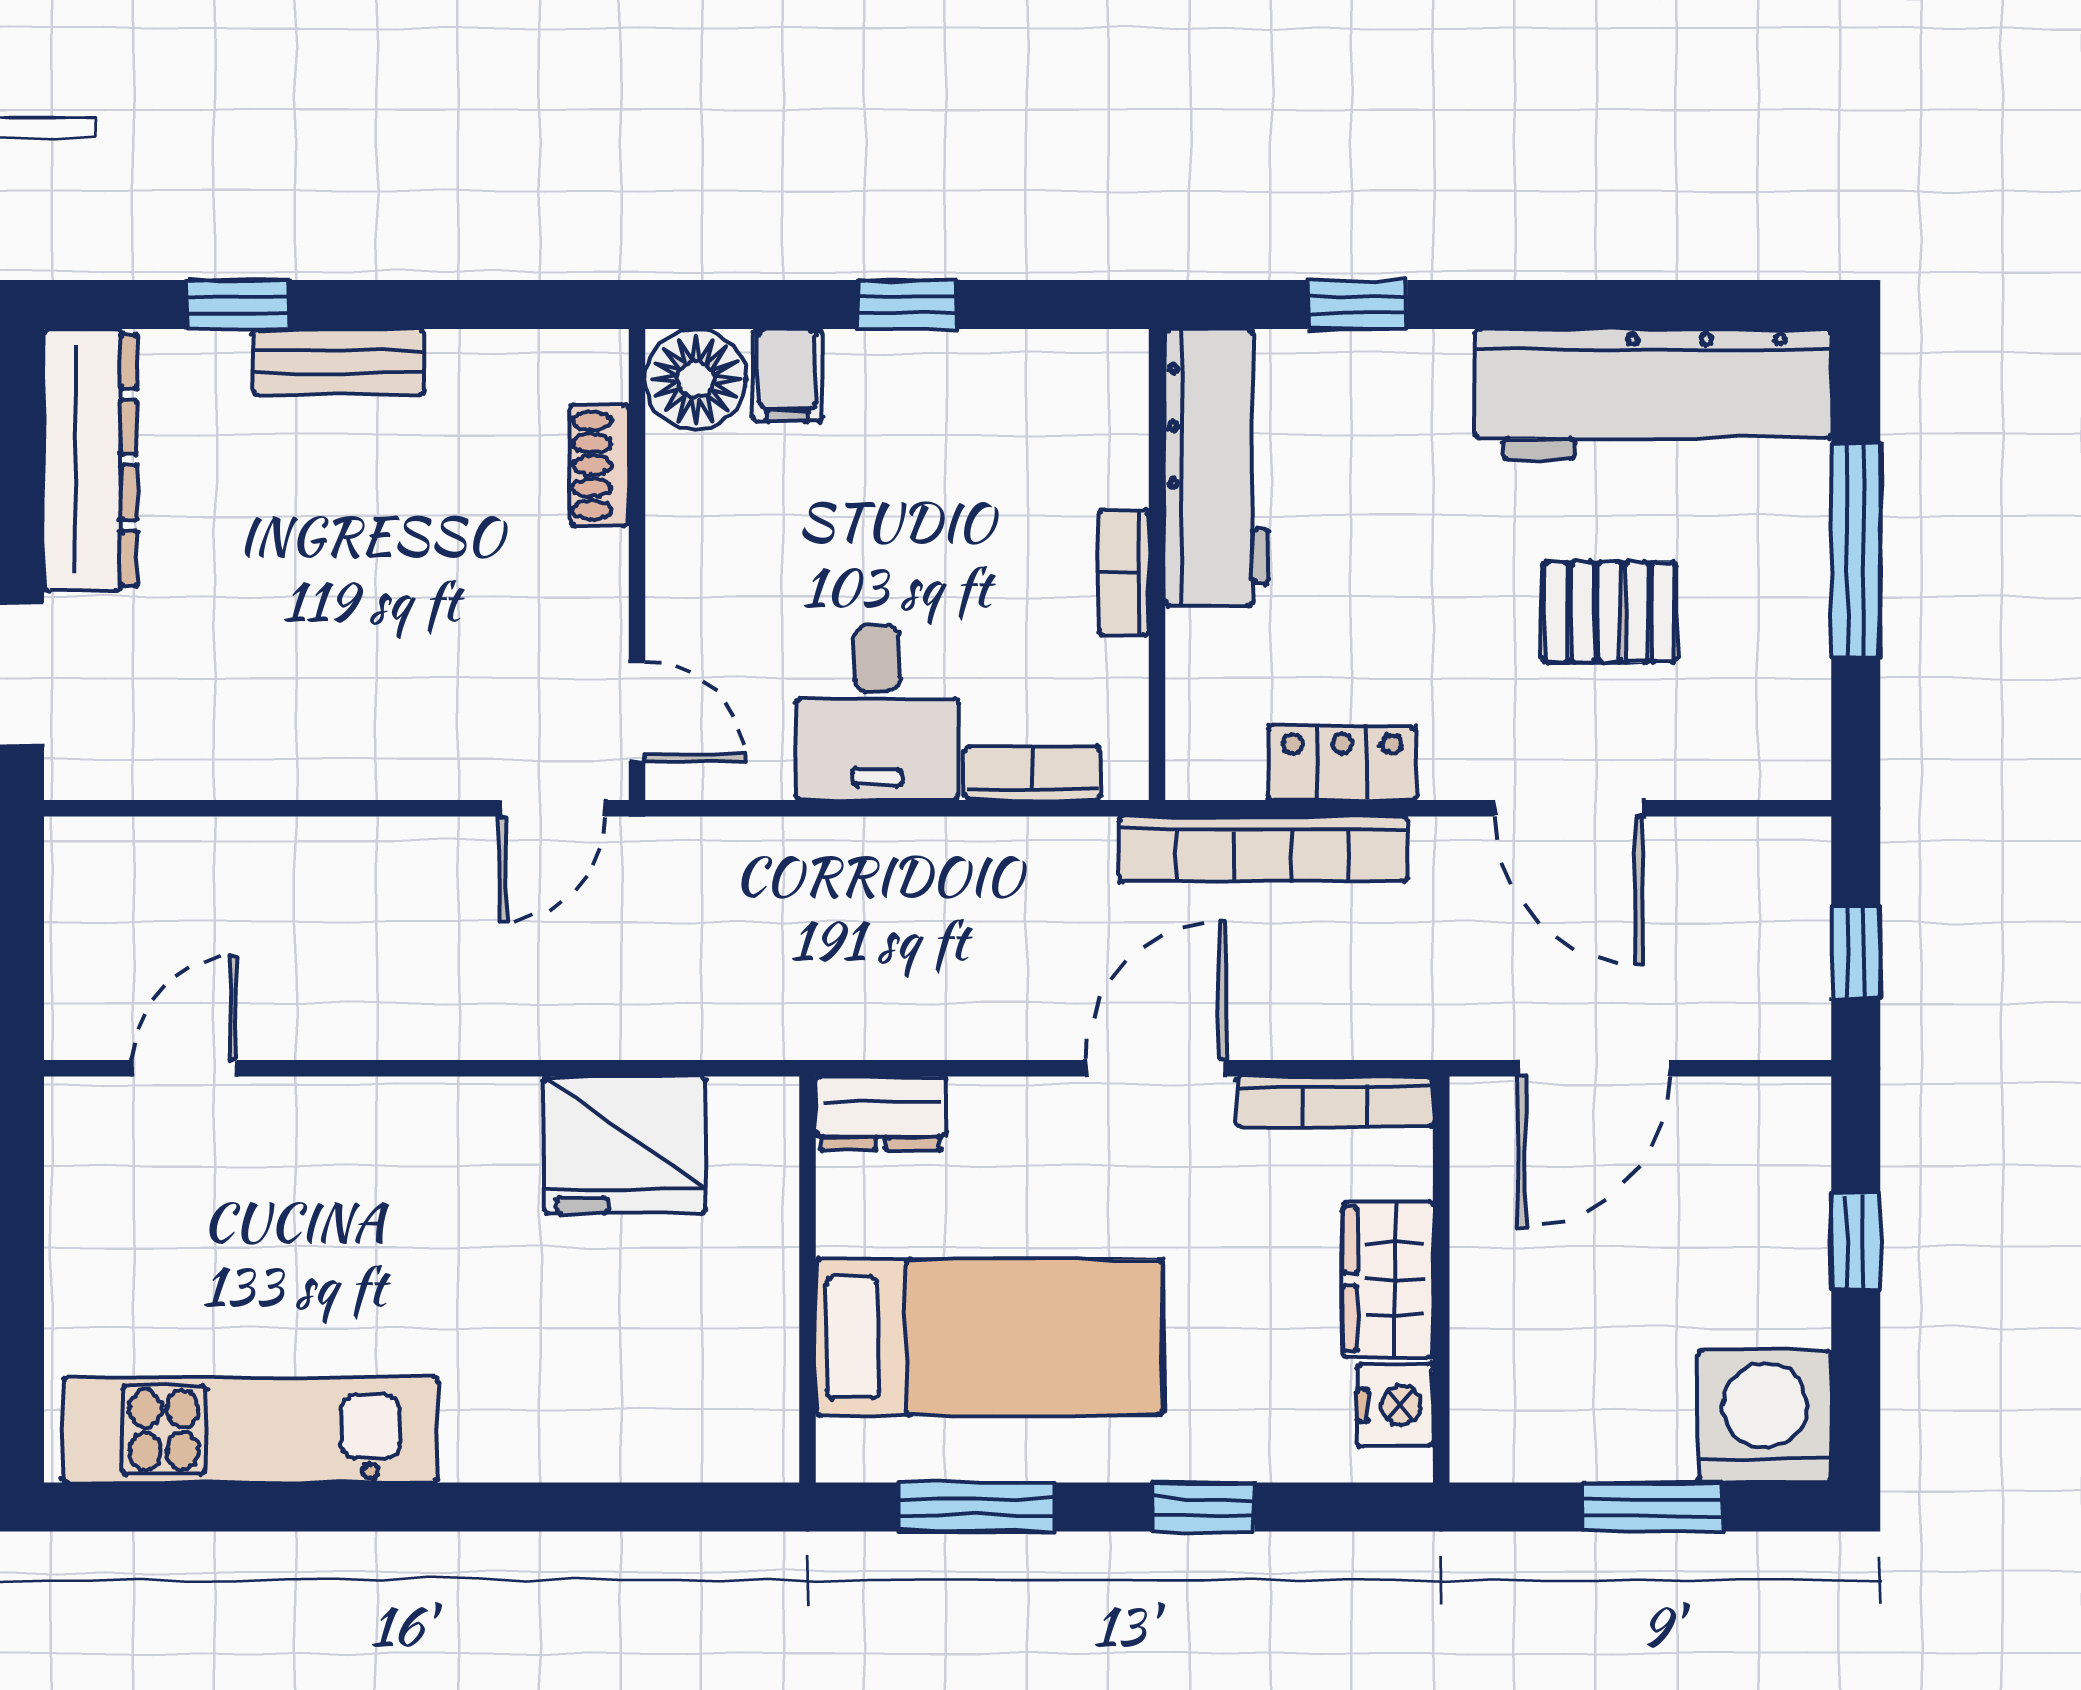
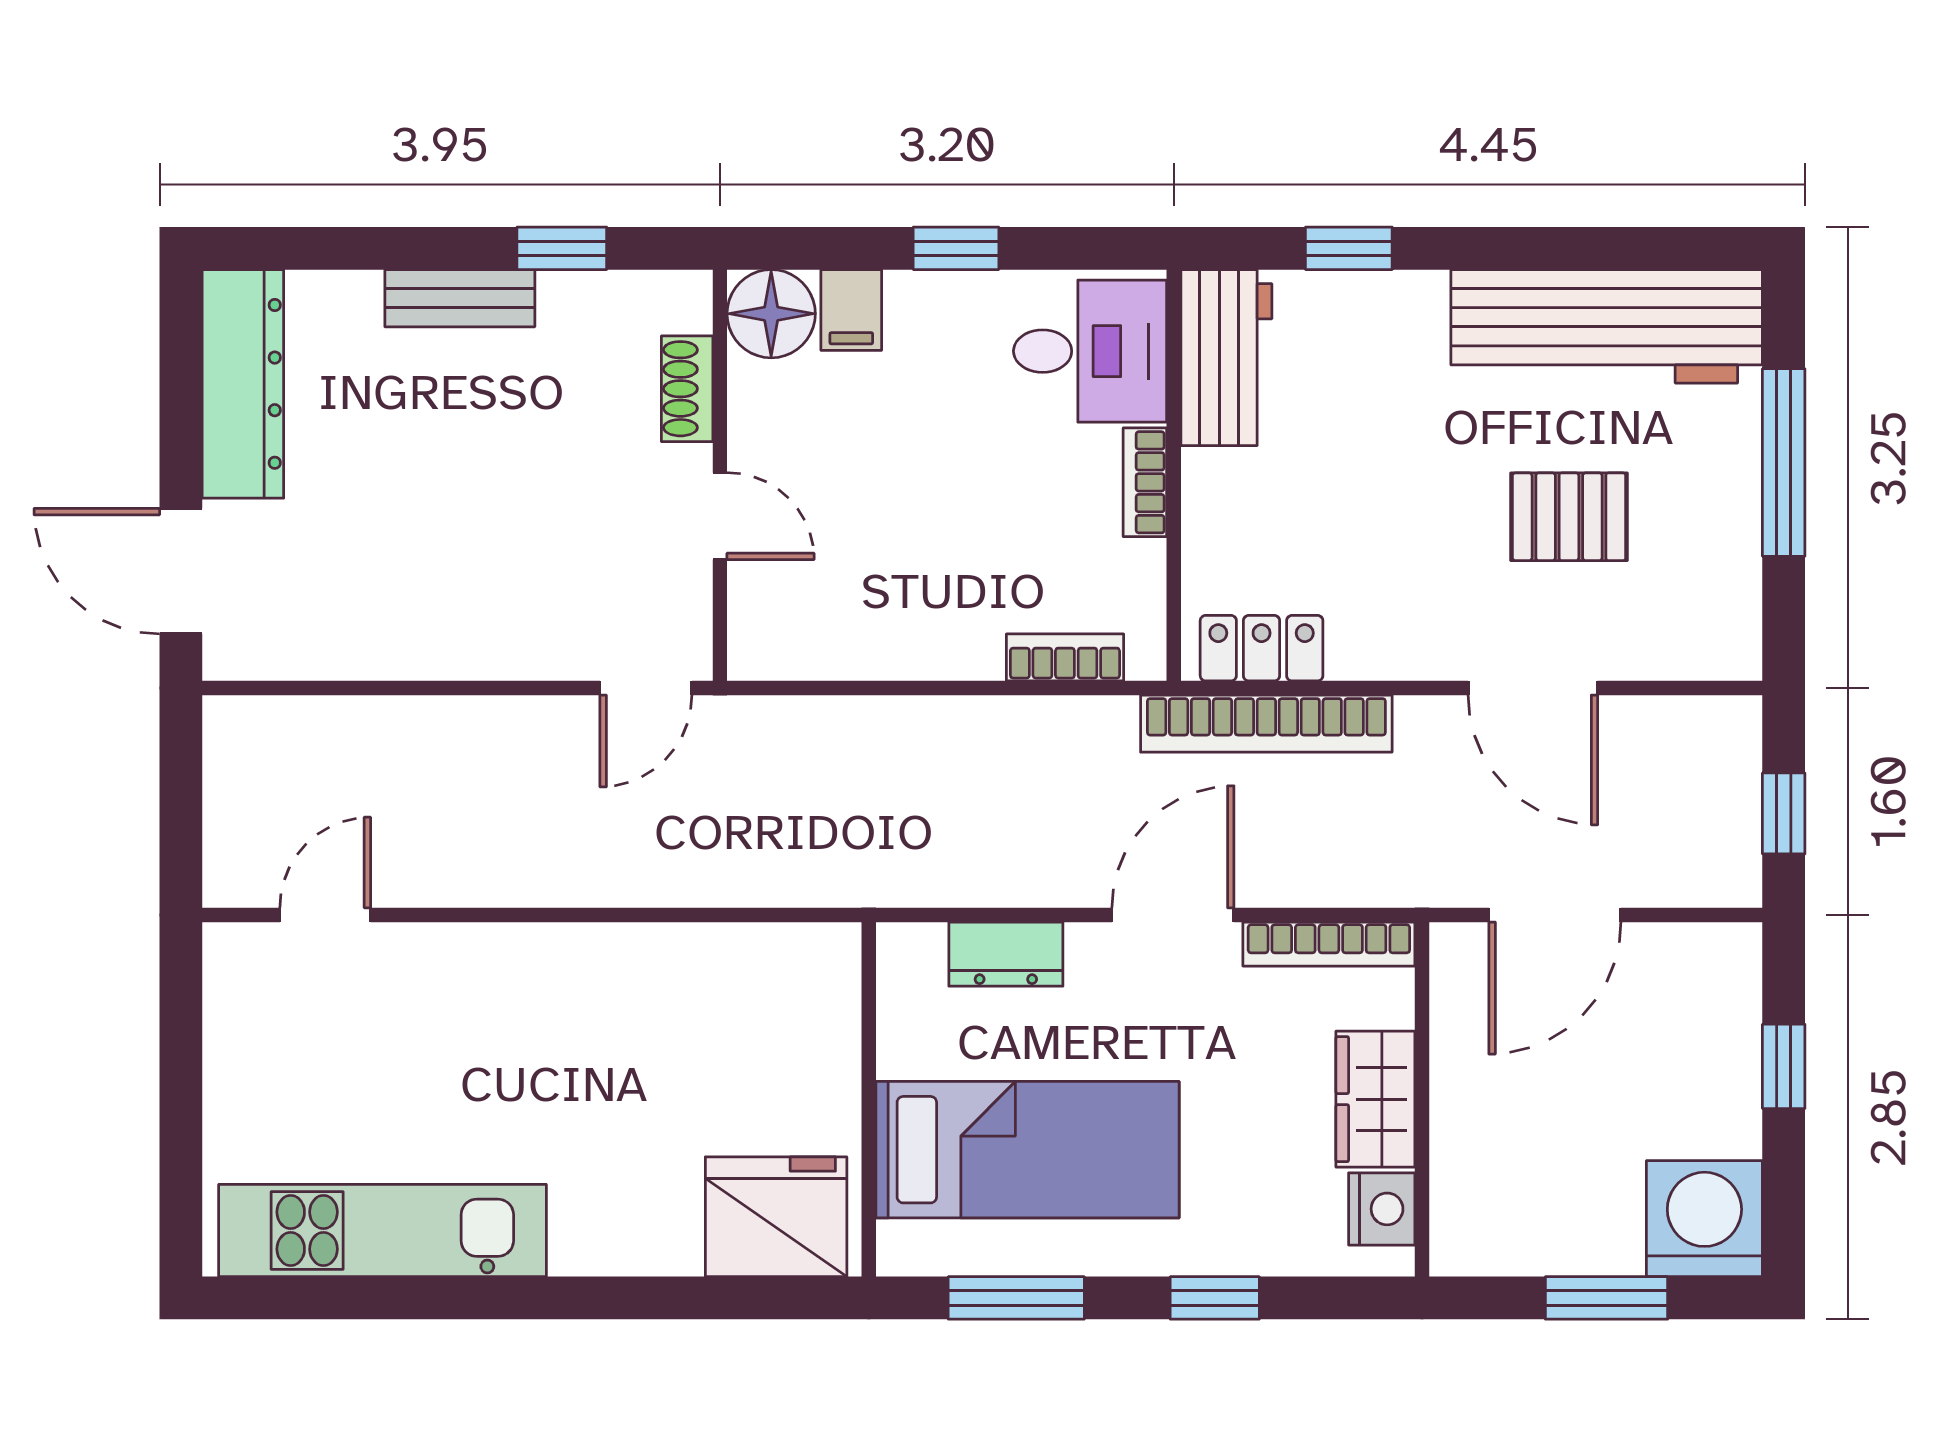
window: (238, 305) -> (562, 248), moved
workbench: (1217, 468) -> (1226, 358), width x0.73
door: (637, 711) -> (720, 516), moved
desk: (877, 712) -> (1090, 351), moved, turned -90
locker: (1342, 763) -> (1262, 648), moved
dresser: (881, 1113) -> (1006, 954), moved
fridge: (625, 1145) -> (776, 1217), moved, turned 180

